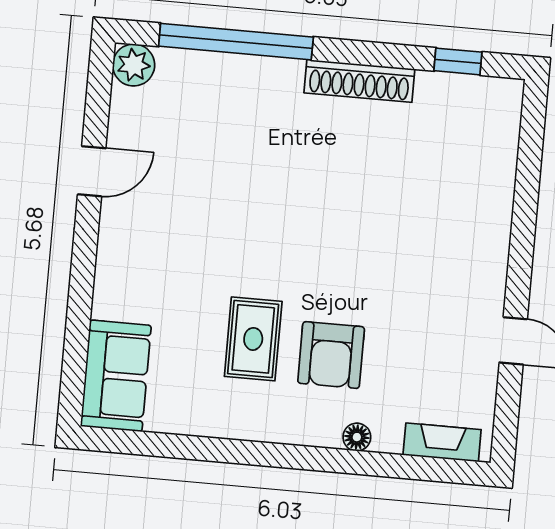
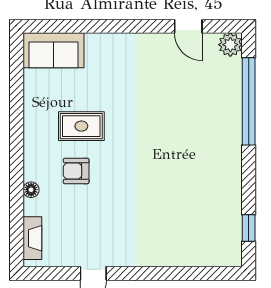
shoe rack: (359, 81) -> (233, 173), removed
door: (92, 171) -> (188, 26), moved
armchair: (331, 355) -> (76, 171), width x0.72, depth x0.72

